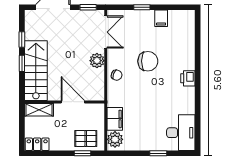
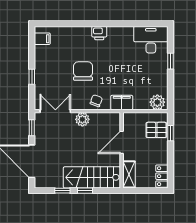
filing cabinet: (161, 18) -> (42, 39), moved
filing cabinet: (115, 119) -> (122, 102), moved
pallet: (86, 138) -> (156, 130), turned 90

